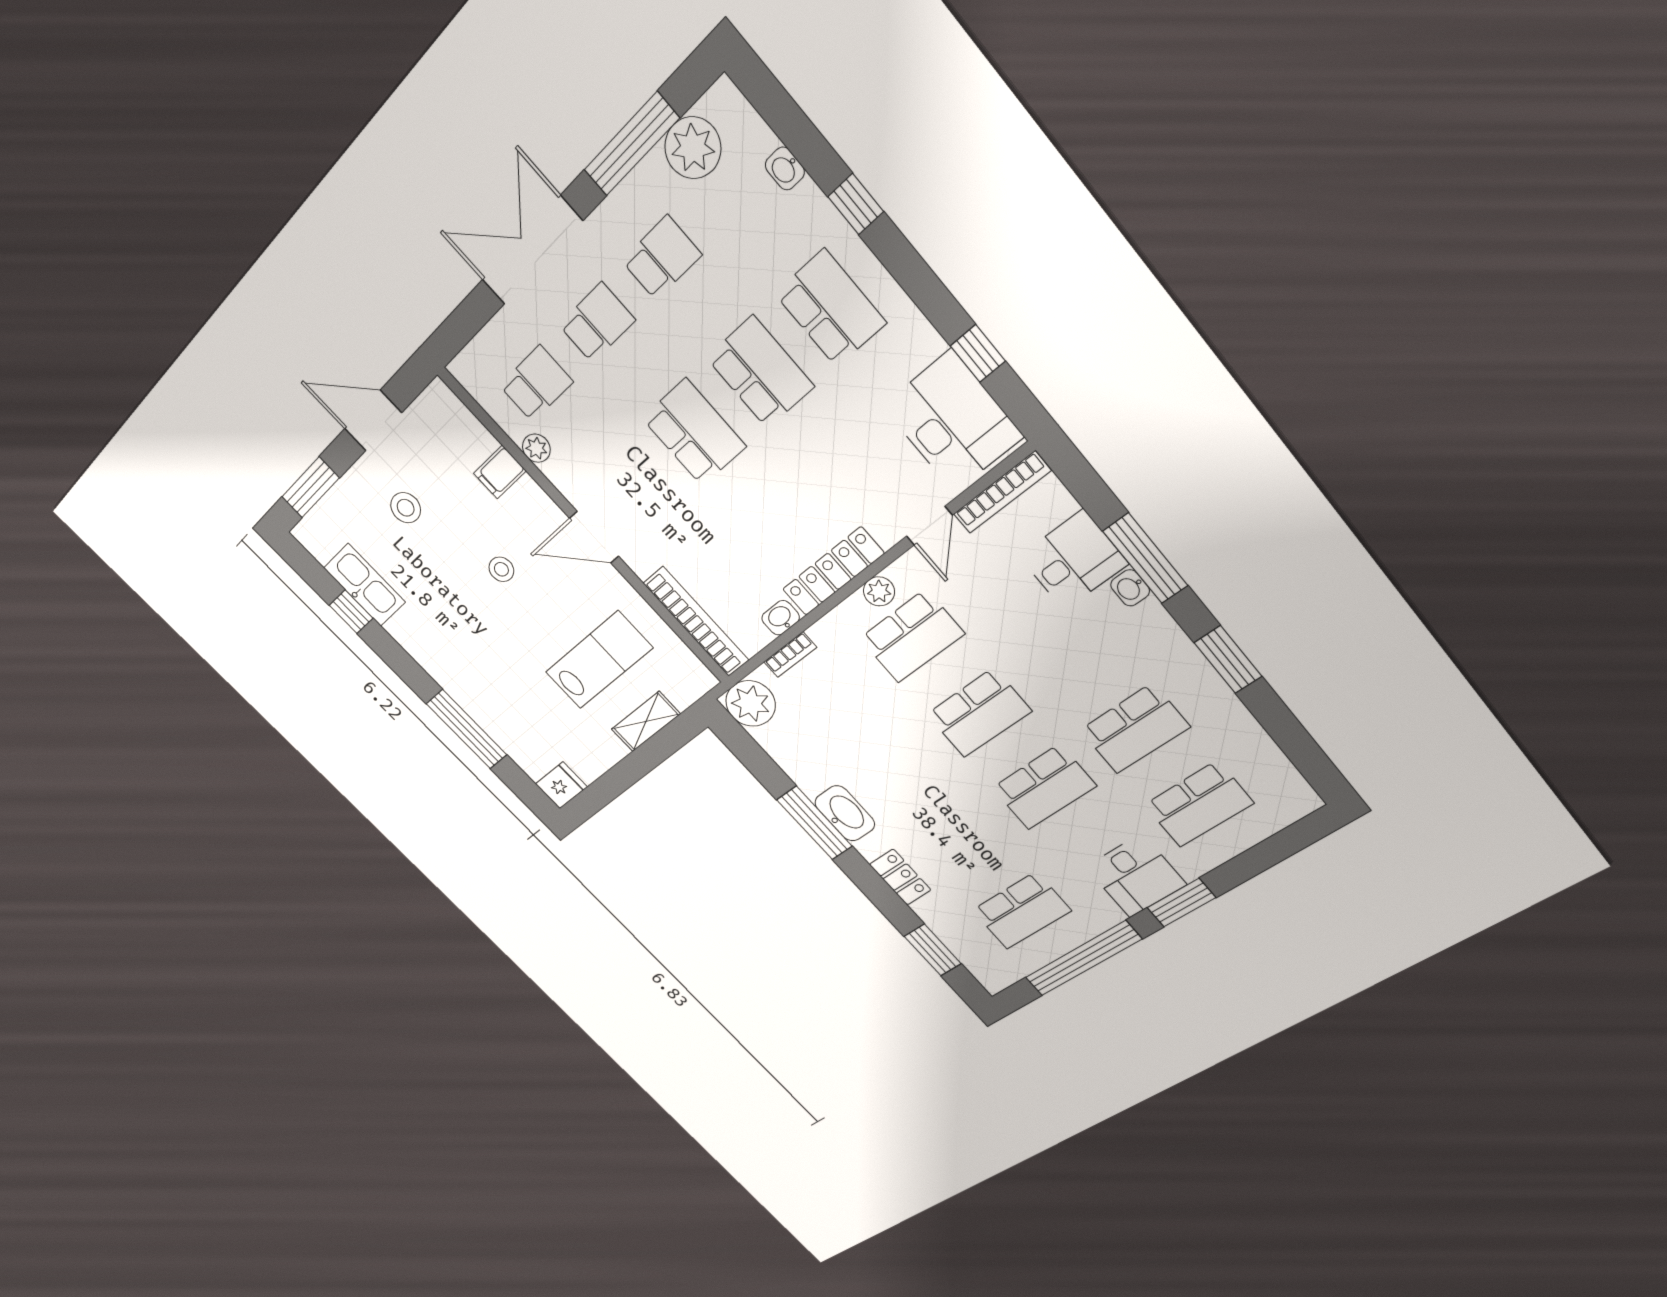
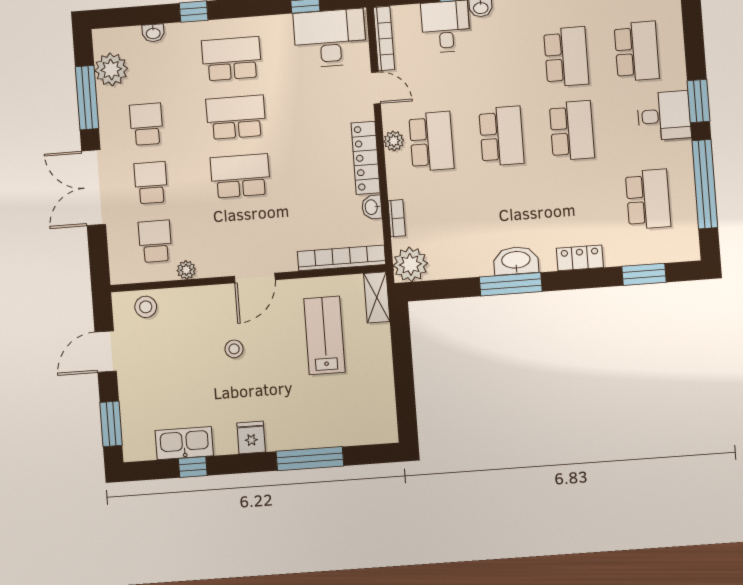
filing cabinet: (500, 472) -> (183, 302), removed
stool: (406, 508) -> (146, 307), moved
shelving: (646, 722) -> (377, 297), moved
fridge: (561, 785) -> (251, 437), moved

